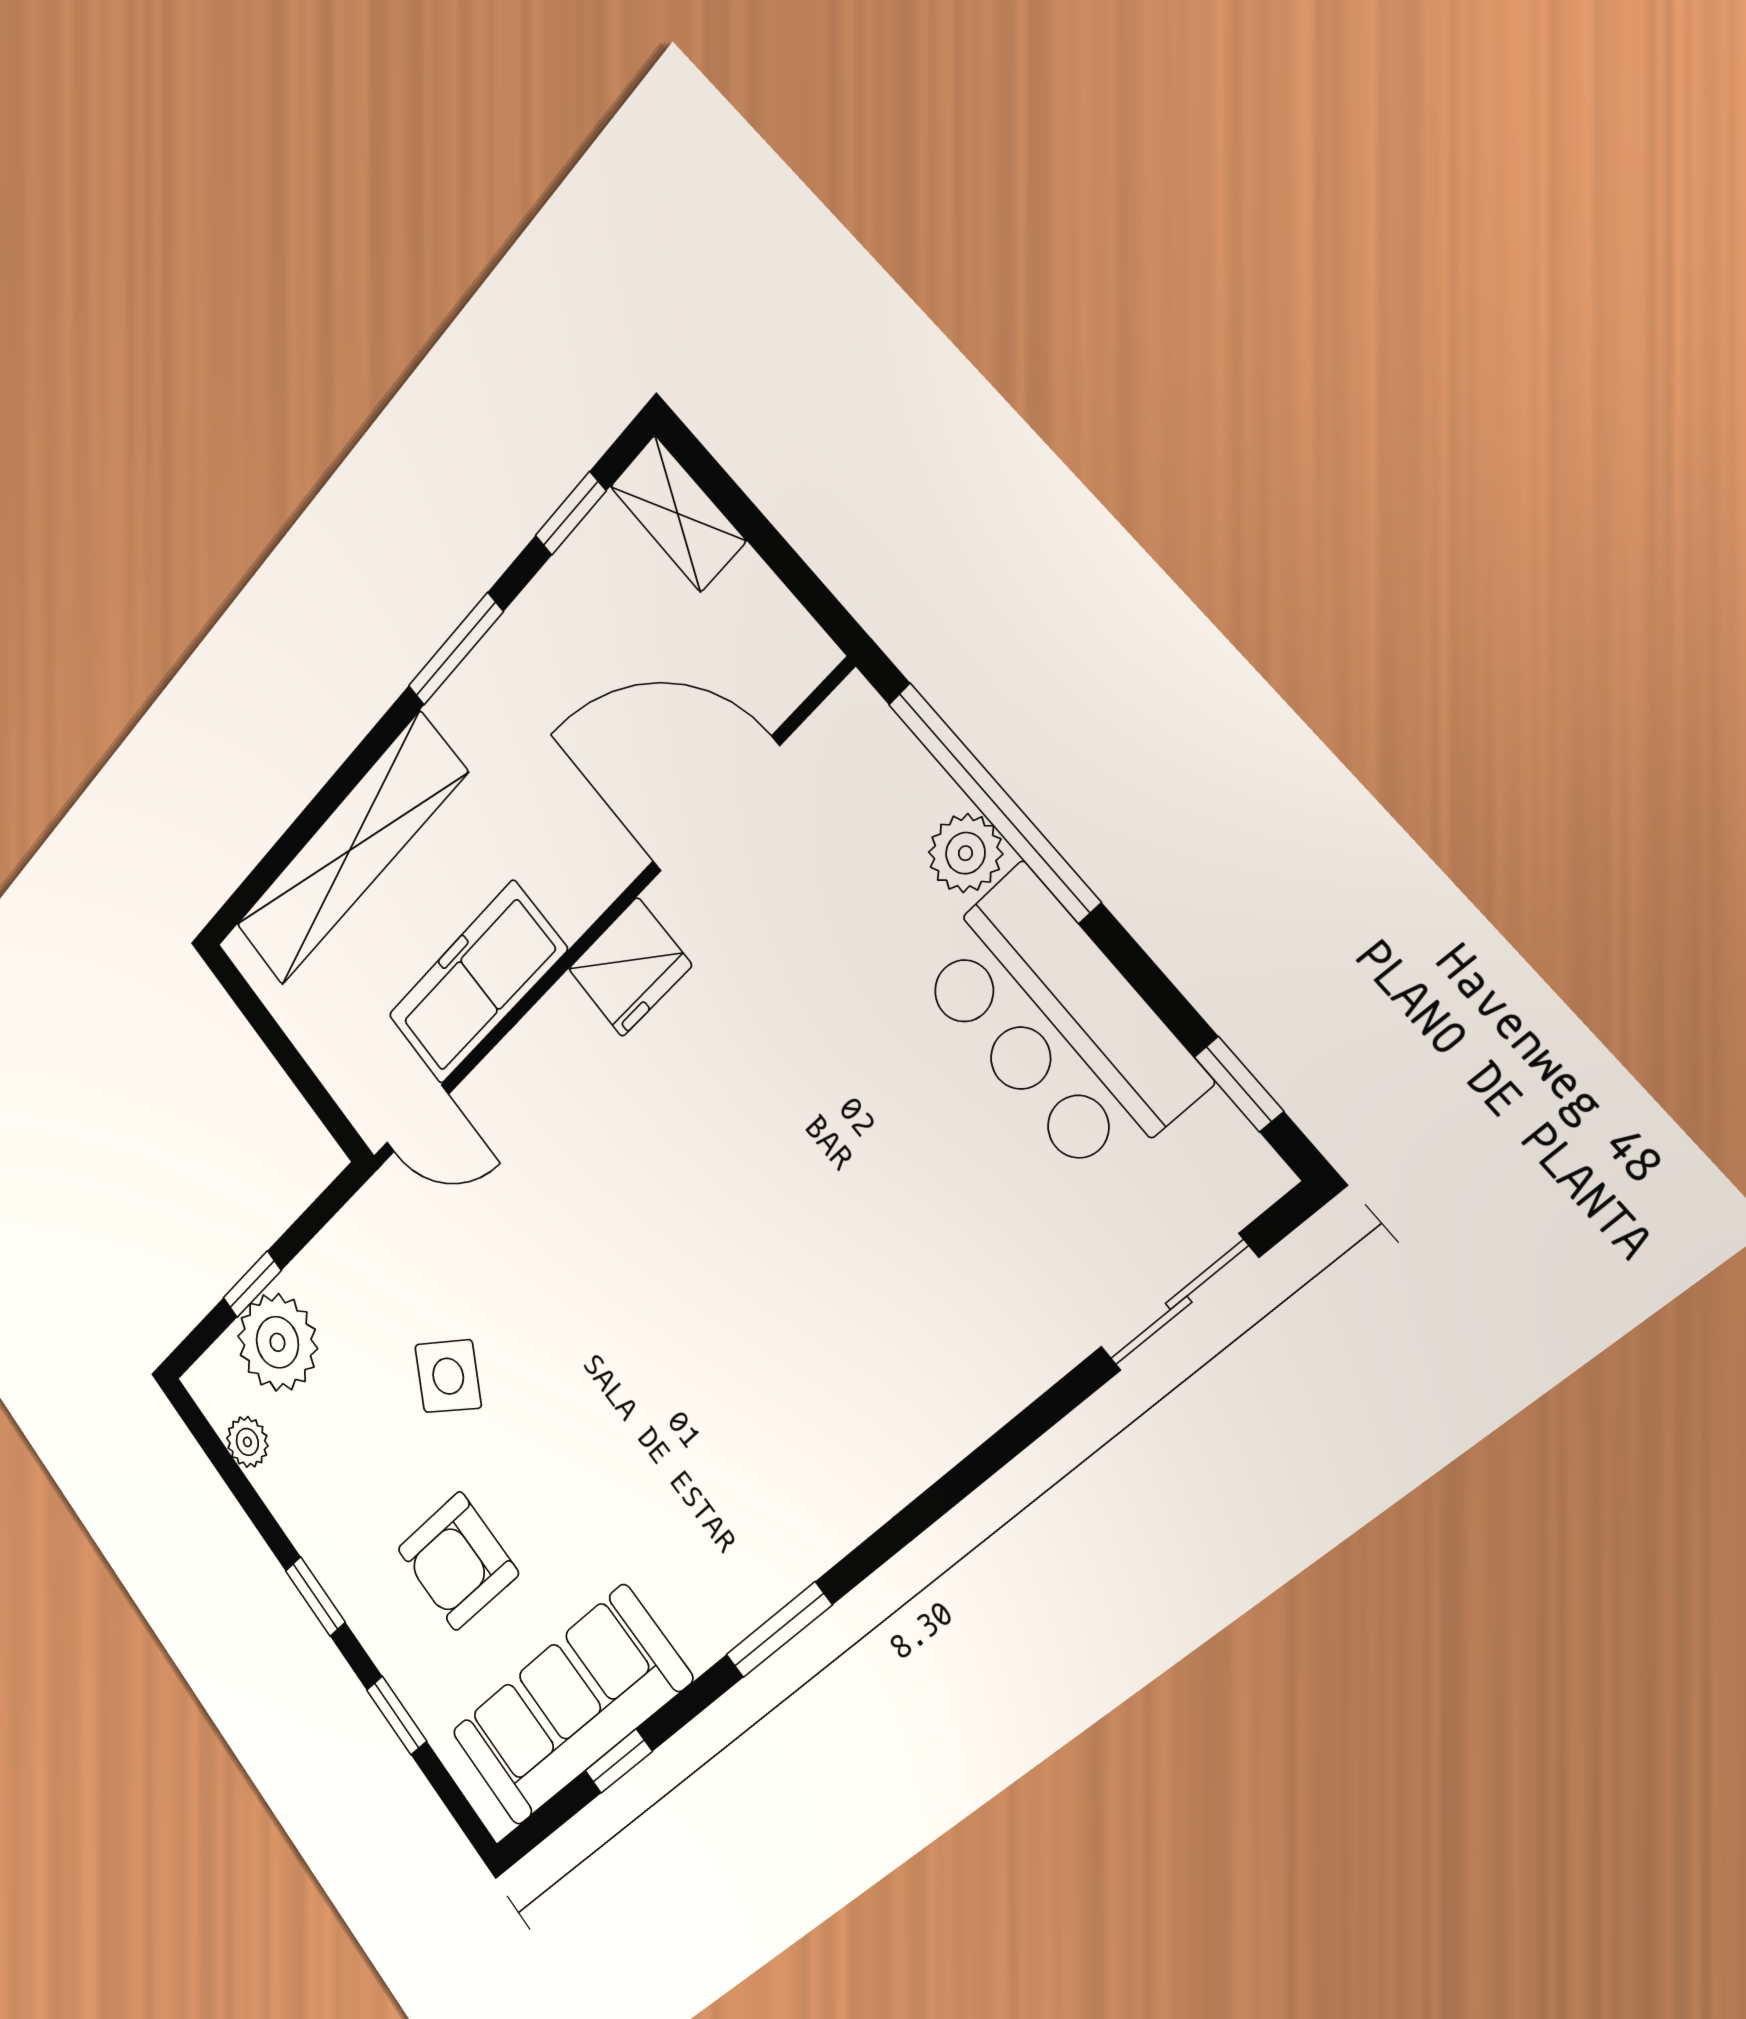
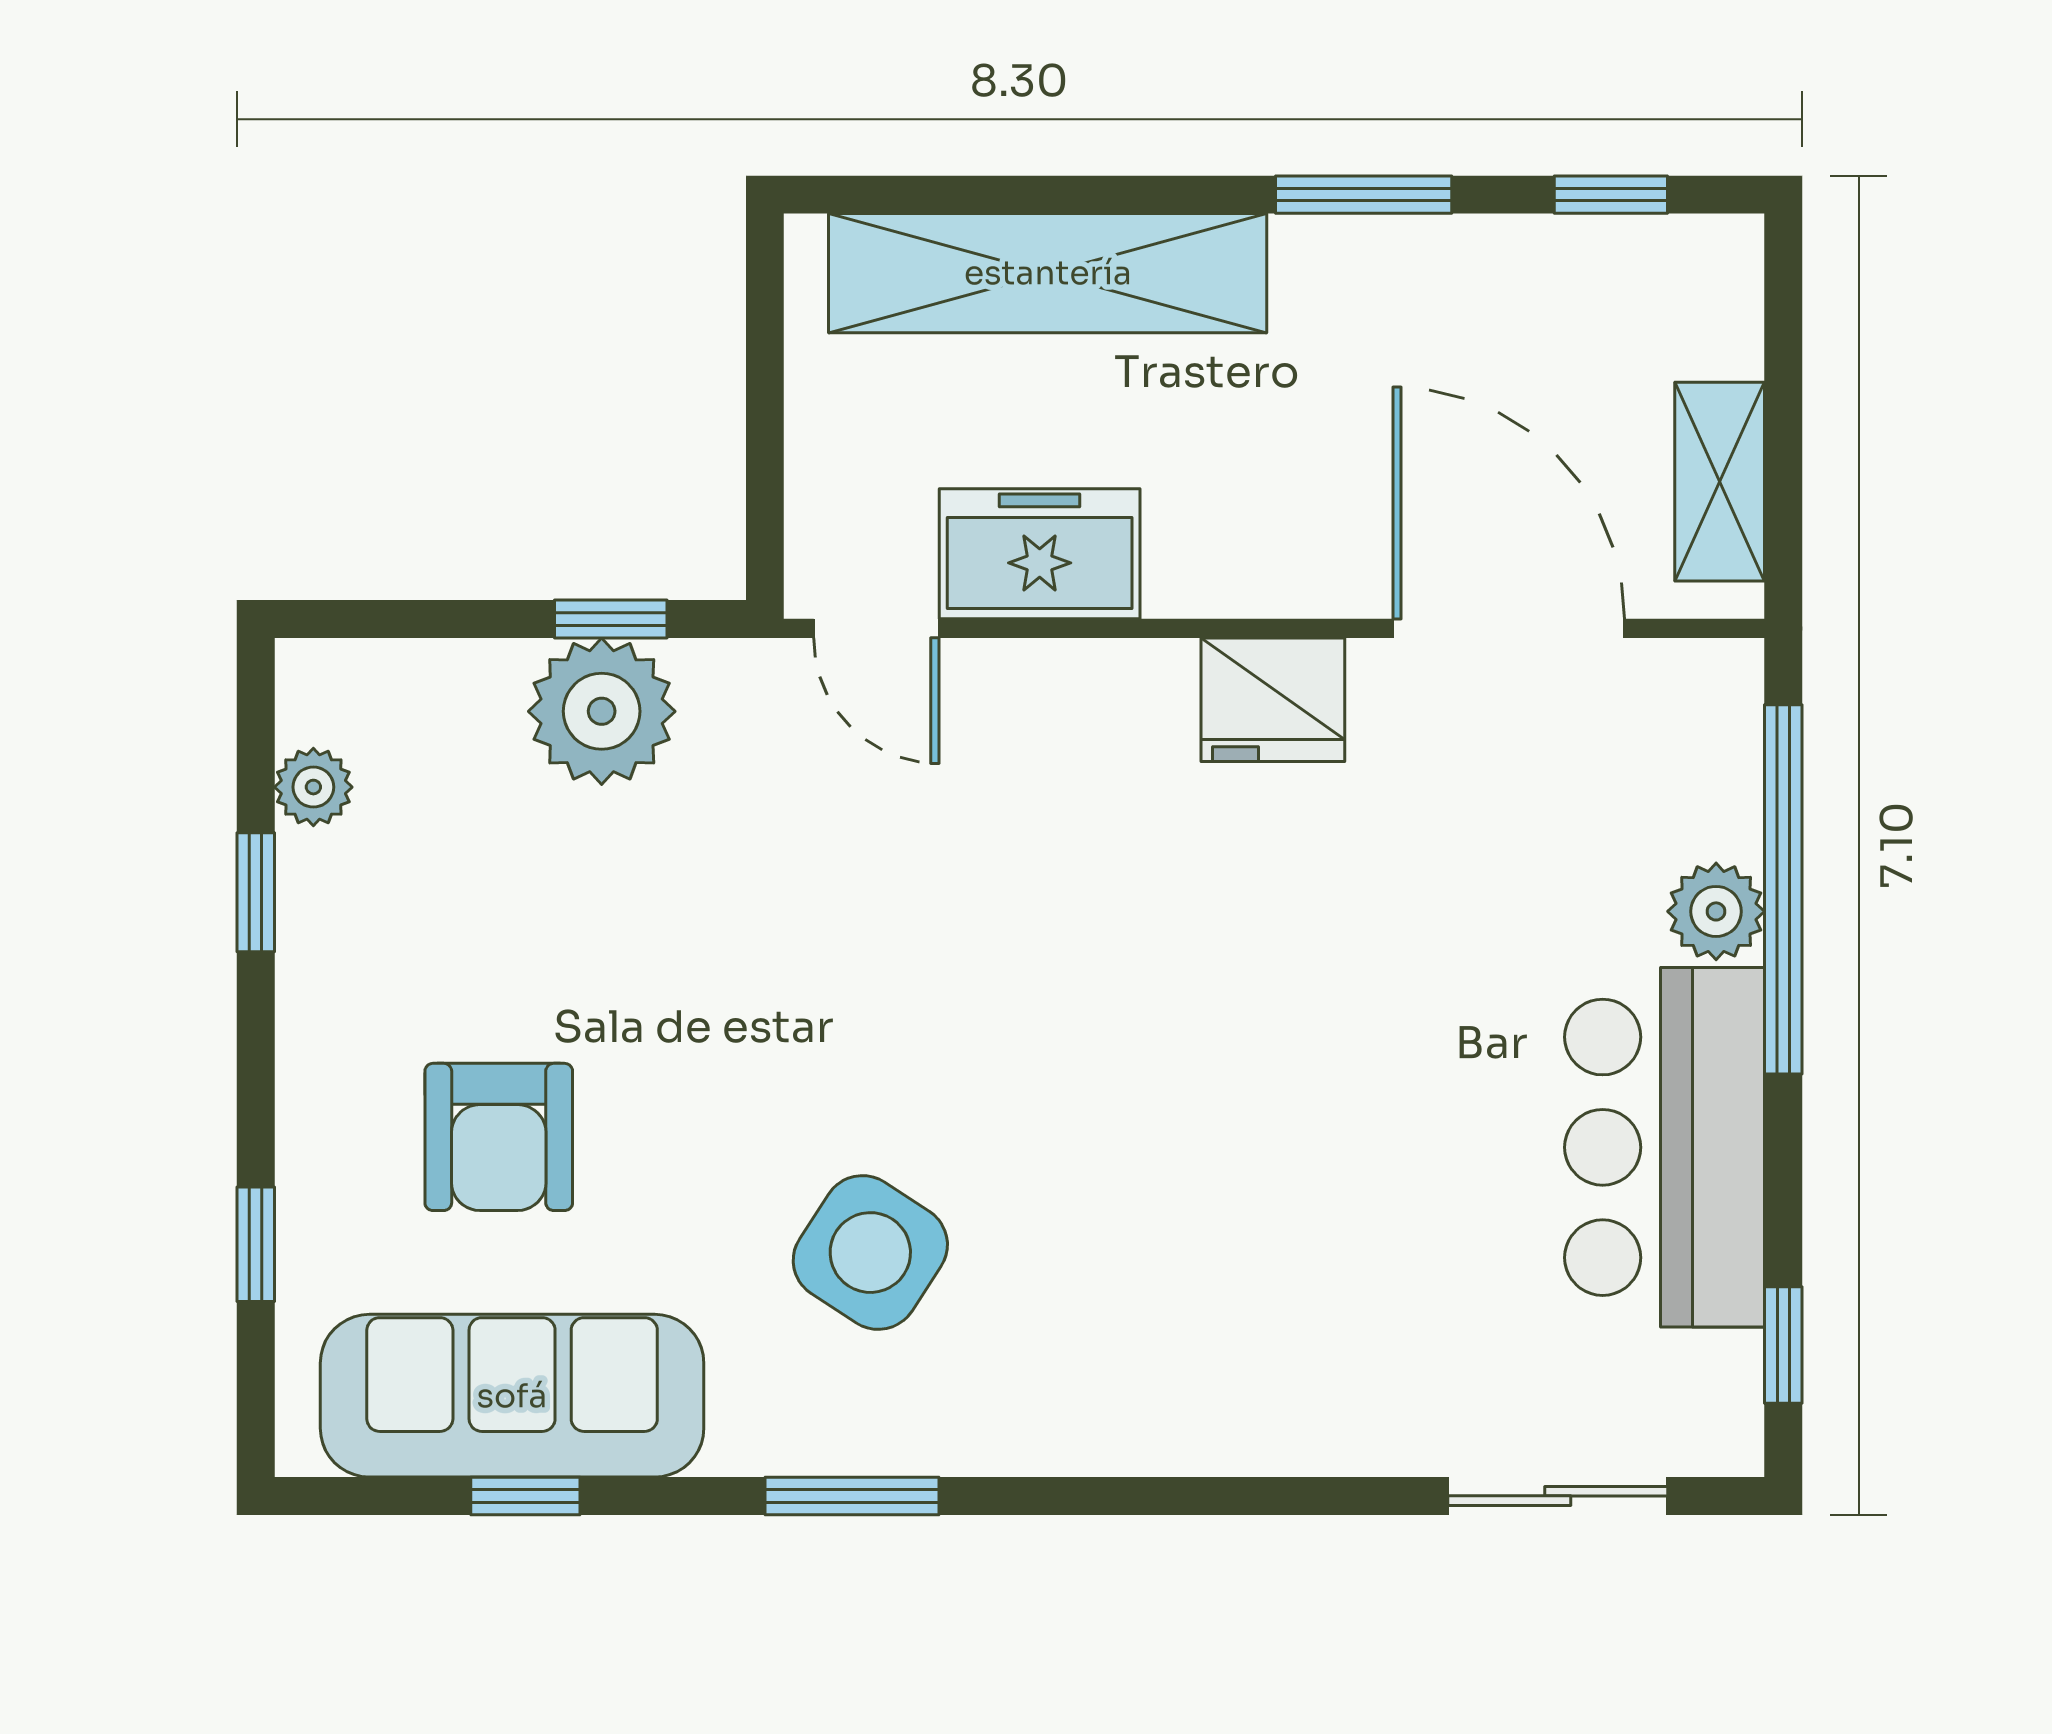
shelving: (678, 513) -> (1720, 482), moved
freezer: (477, 983) -> (1040, 554), width x0.71
window: (252, 1284) -> (611, 619), moved
plant: (277, 1342) -> (602, 711), moved
side table: (448, 1376) -> (870, 1253), moved, width x1.37, depth x1.37
armchair: (458, 1561) -> (499, 1137), turned -90
window: (315, 1596) -> (256, 892), moved

